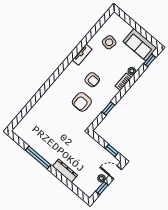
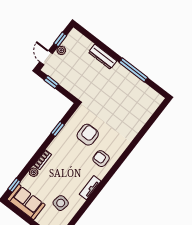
armchair: (92, 80) -> (101, 159), moved
door: (115, 172) -> (46, 58), swing flipped

